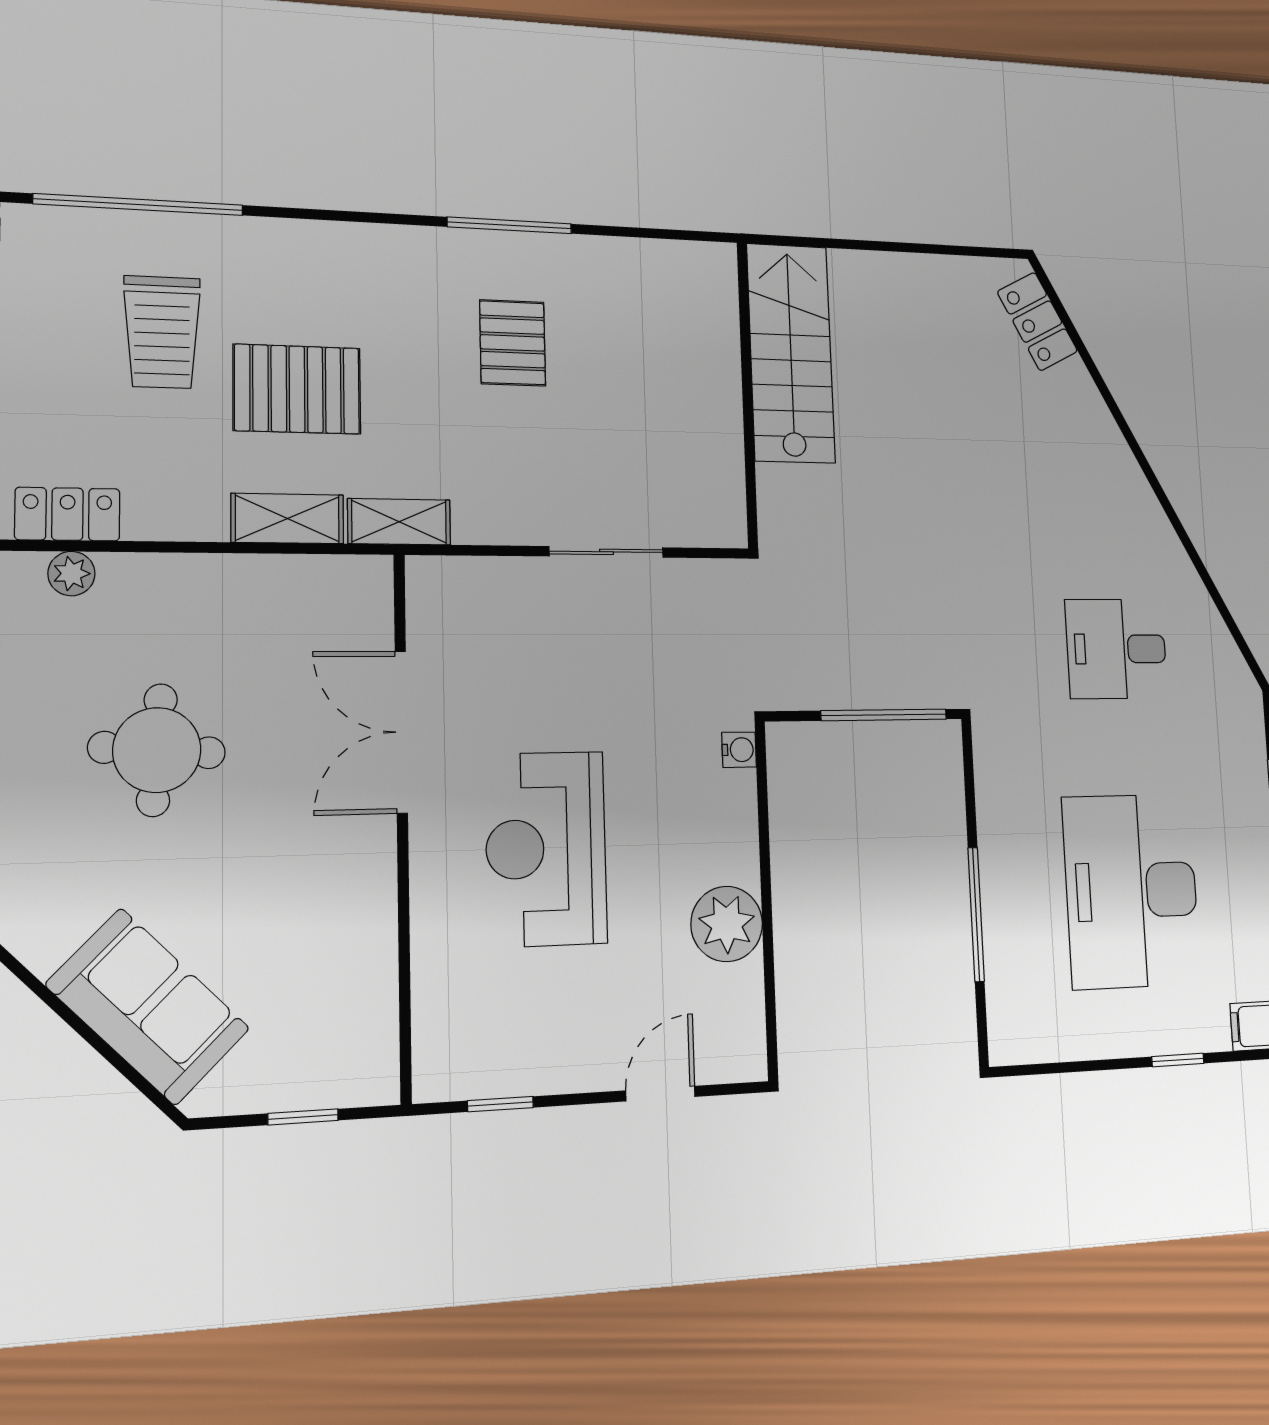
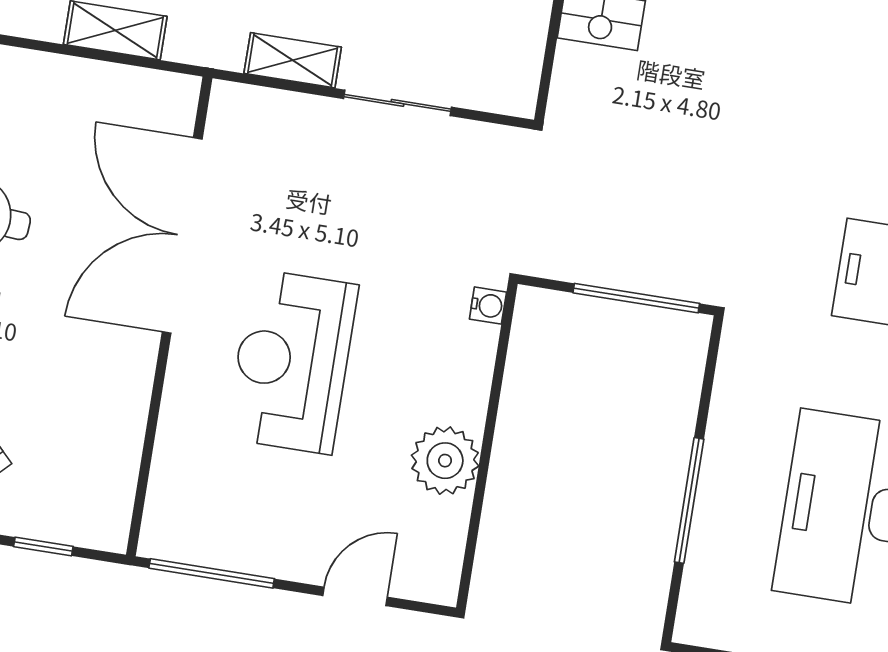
shelving: (399, 522) -> (293, 60), moved
double door: (401, 732) -> (182, 235), width x1.36
window: (500, 1104) -> (212, 573), width x2.17

